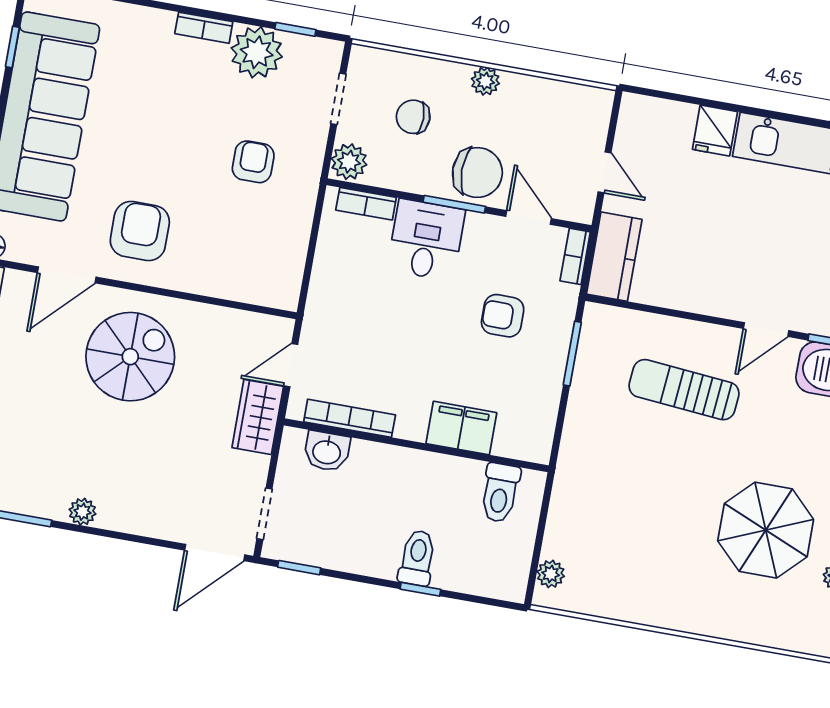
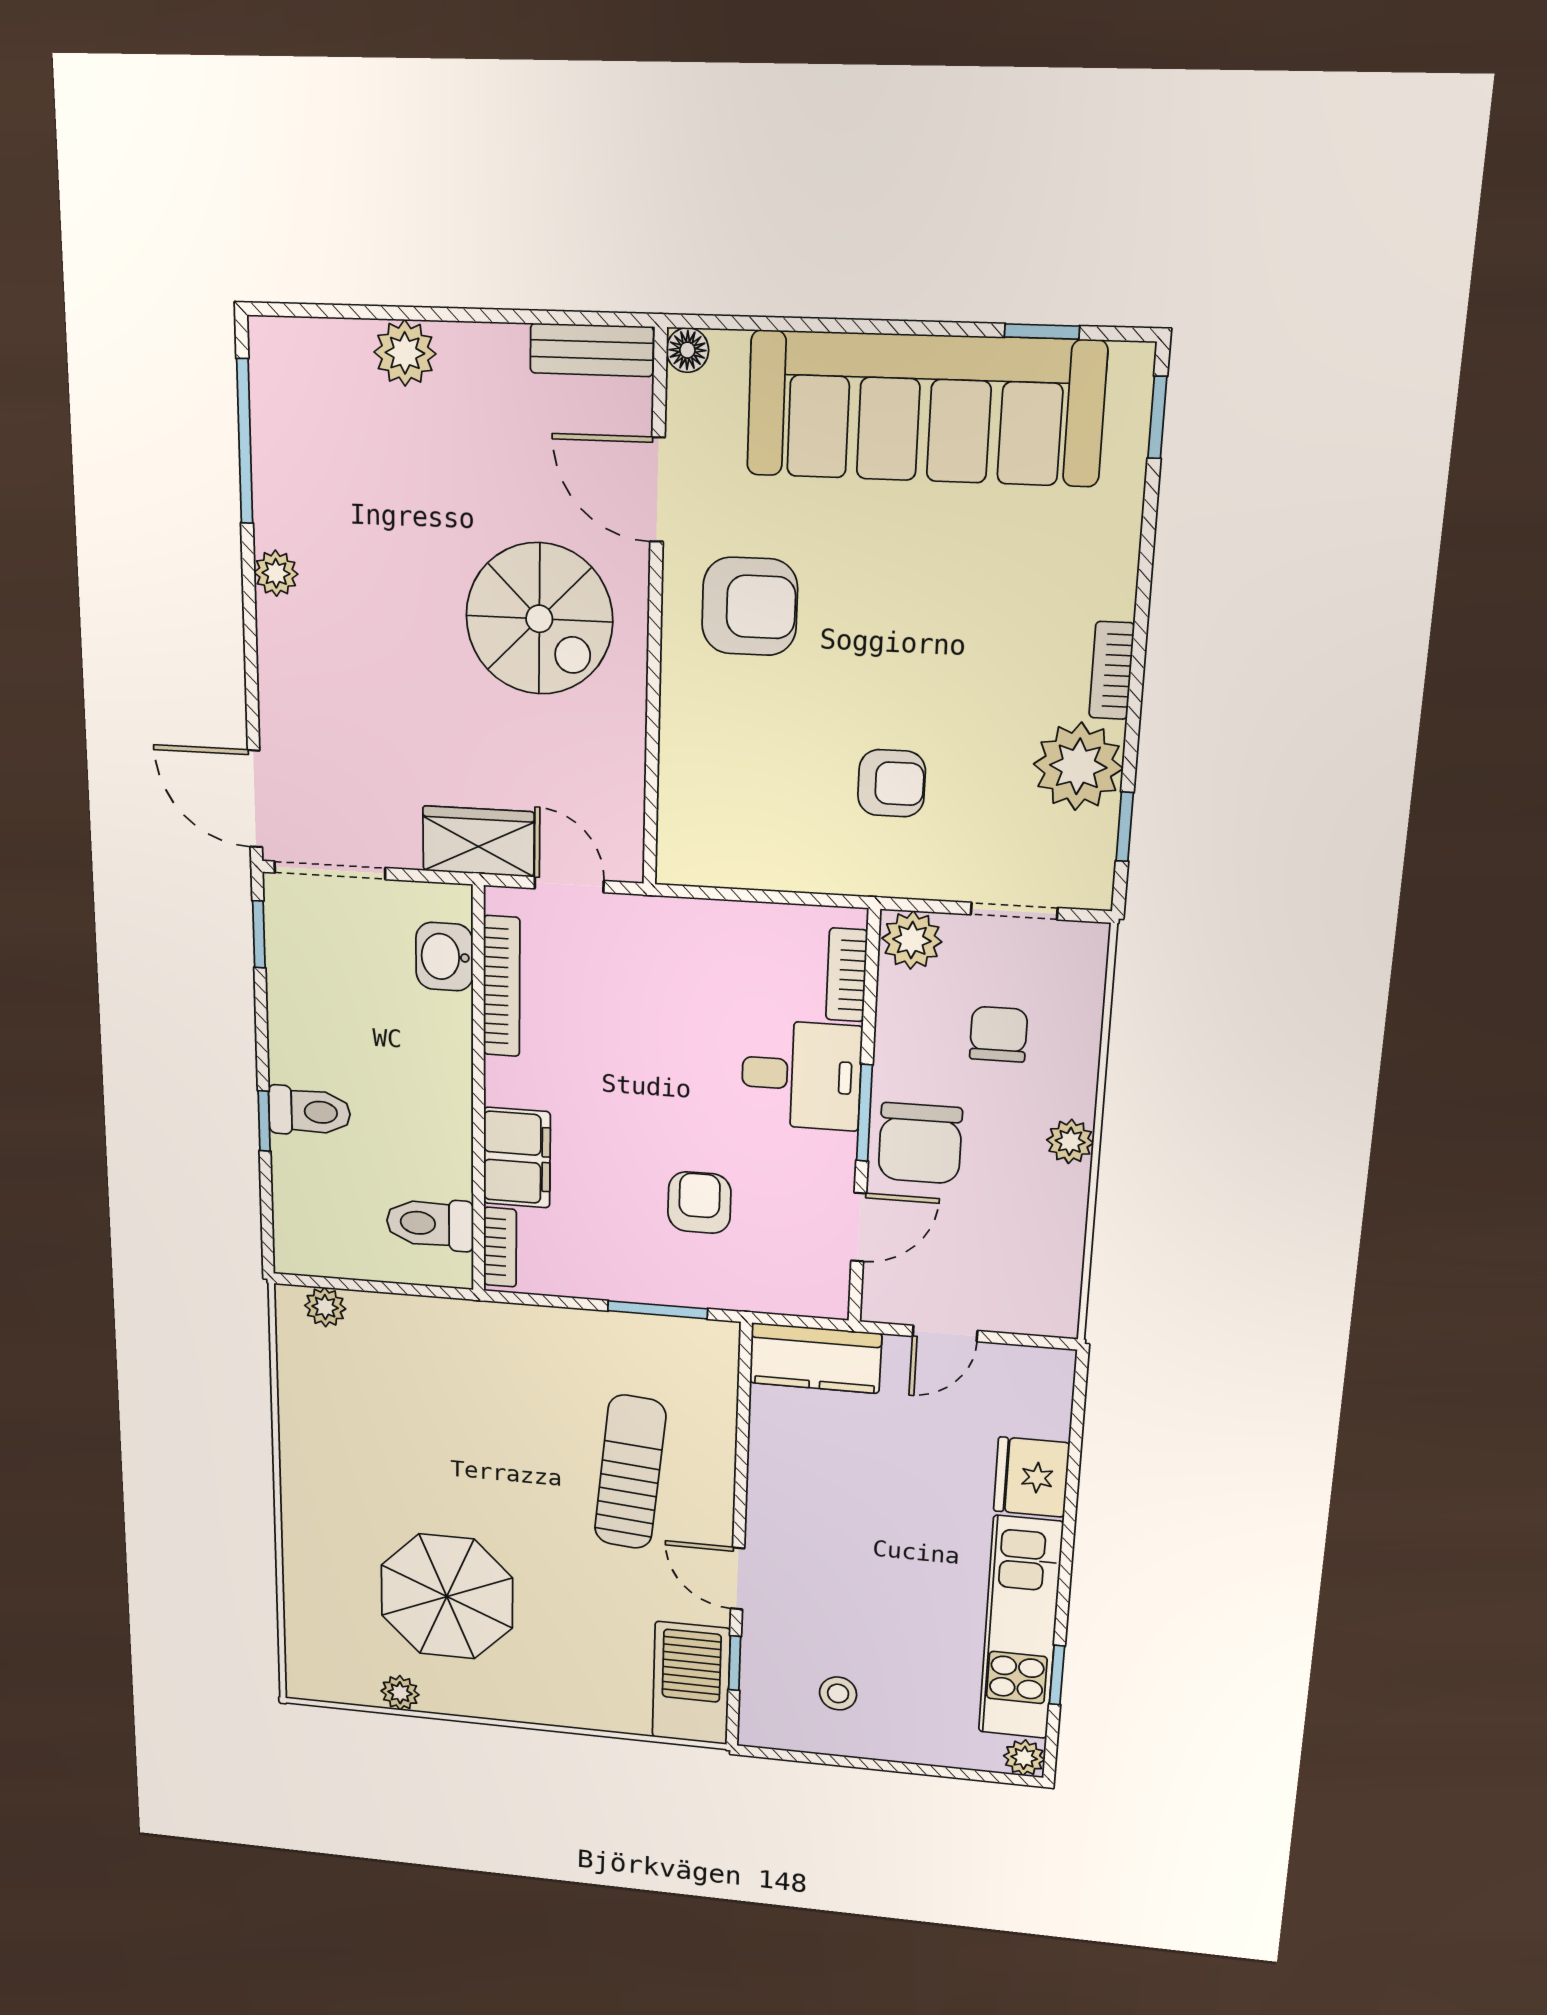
fridge: (715, 131) -> (1031, 1477), width x1.38
bookcase: (575, 256) -> (500, 1247), moved, turned 90
doorway: (264, 514) -> (330, 870), width x1.38

